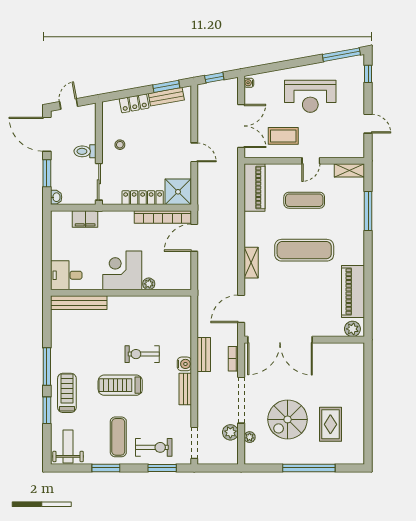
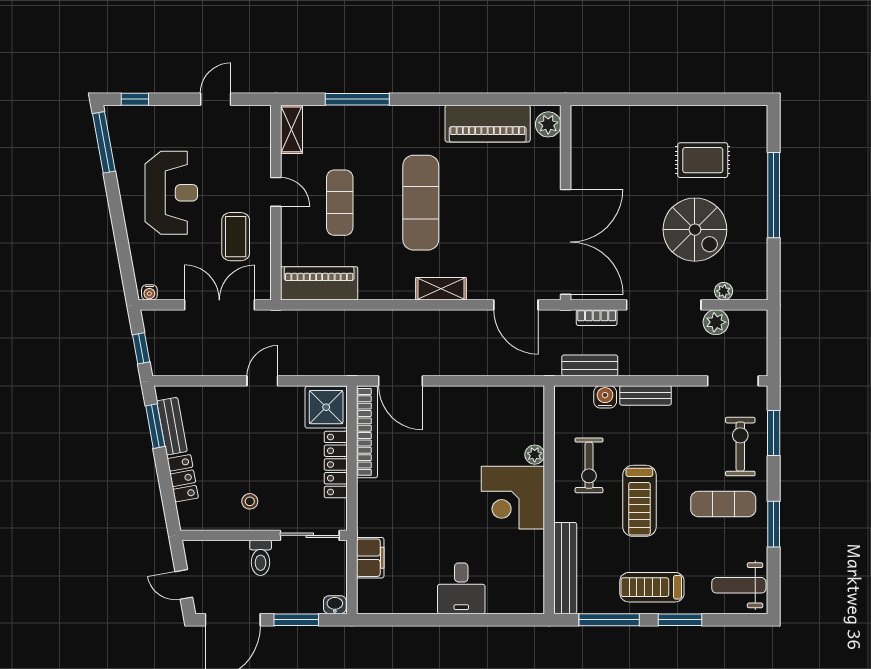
corner desk: (122, 270) -> (513, 498), moved
plant: (149, 284) -> (535, 455), moved
wall: (121, 293) -> (549, 500), moved
bench: (79, 303) -> (565, 568), moved

